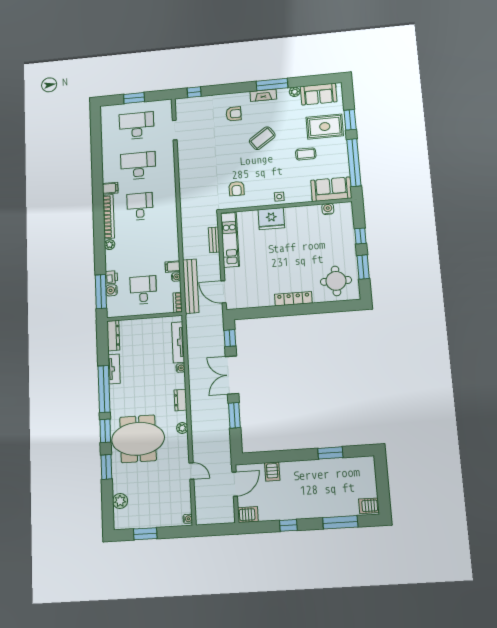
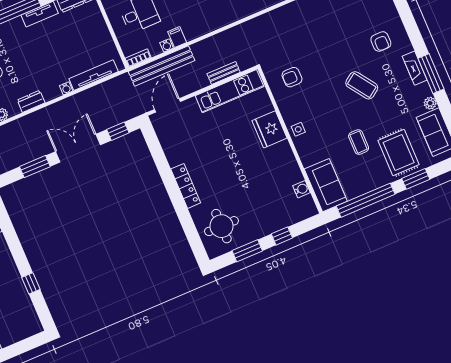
window: (330, 453) -> (31, 283), width x0.67

